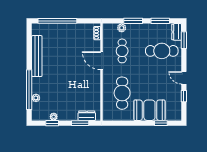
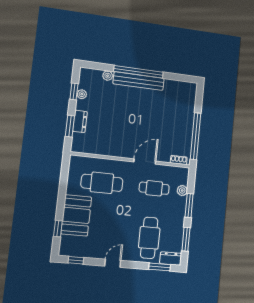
window: (57, 21) -> (196, 136), moved
bench: (37, 56) -> (139, 81), moved
window: (29, 90) -> (138, 72), moved
window: (184, 96) -> (76, 260), moved
dresser: (87, 116) -> (80, 121), moved

